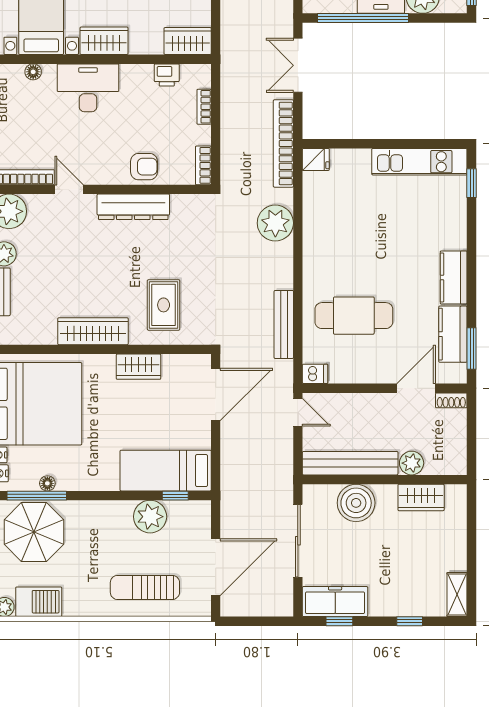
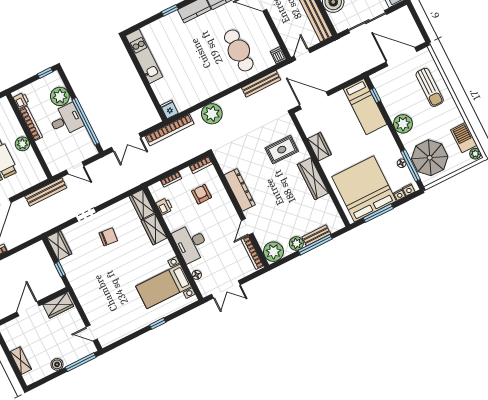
wardrobe: (104, 41) -> (154, 229), moved
armchair: (144, 167) -> (201, 194), moved
window: (472, 183) -> (170, 10), moved
plant: (150, 517) -> (403, 124), moved

